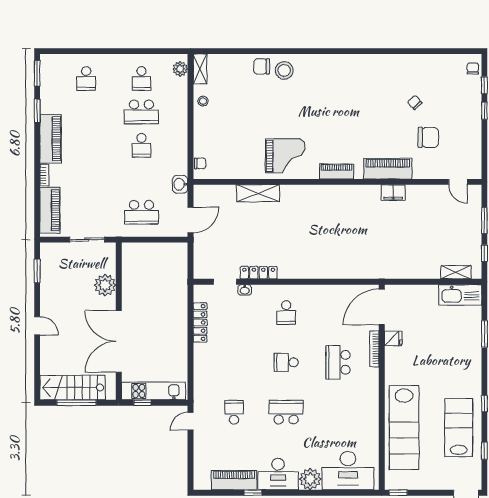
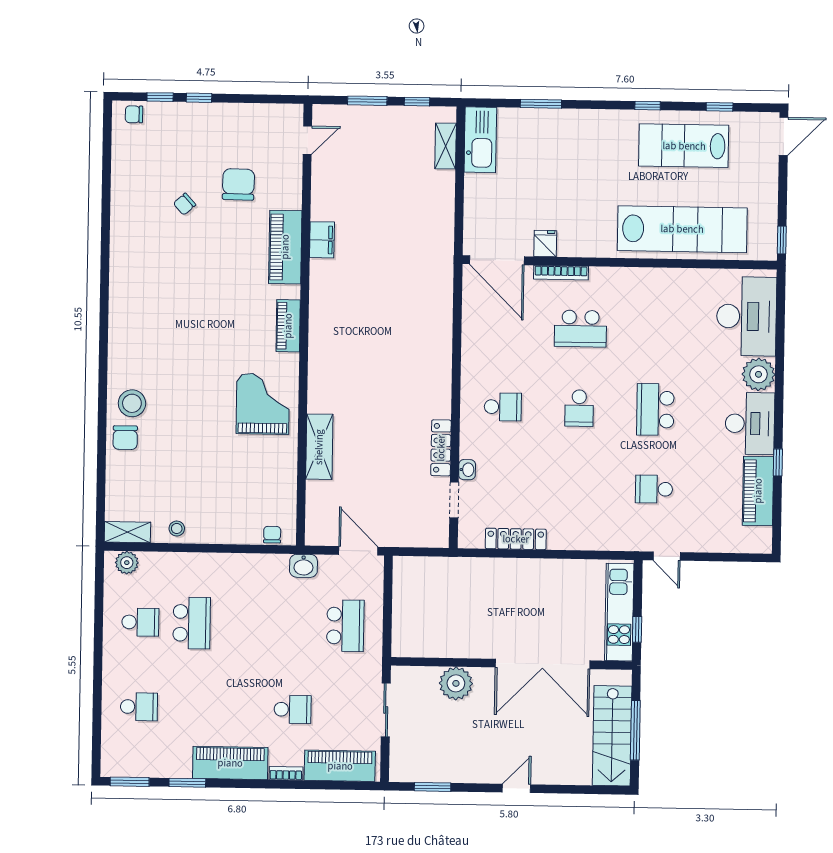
school desk: (141, 145) -> (293, 709), moved

